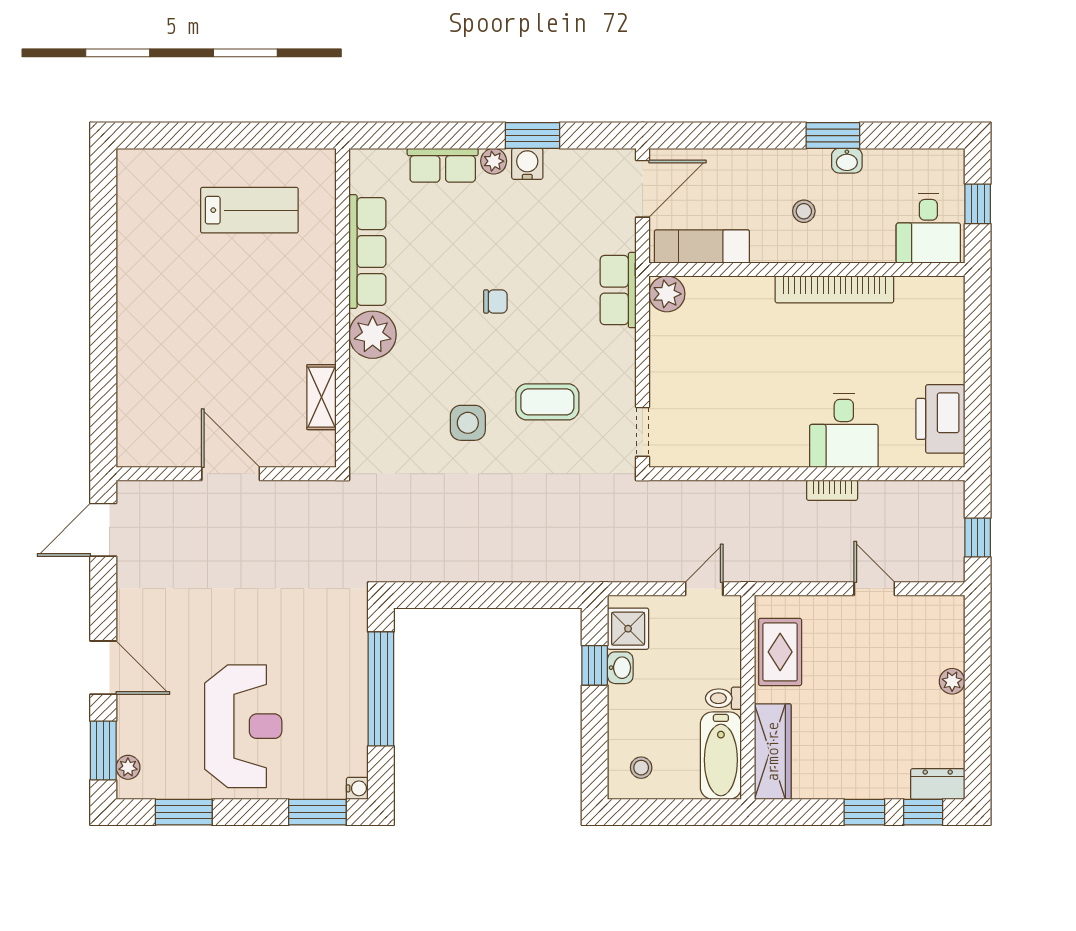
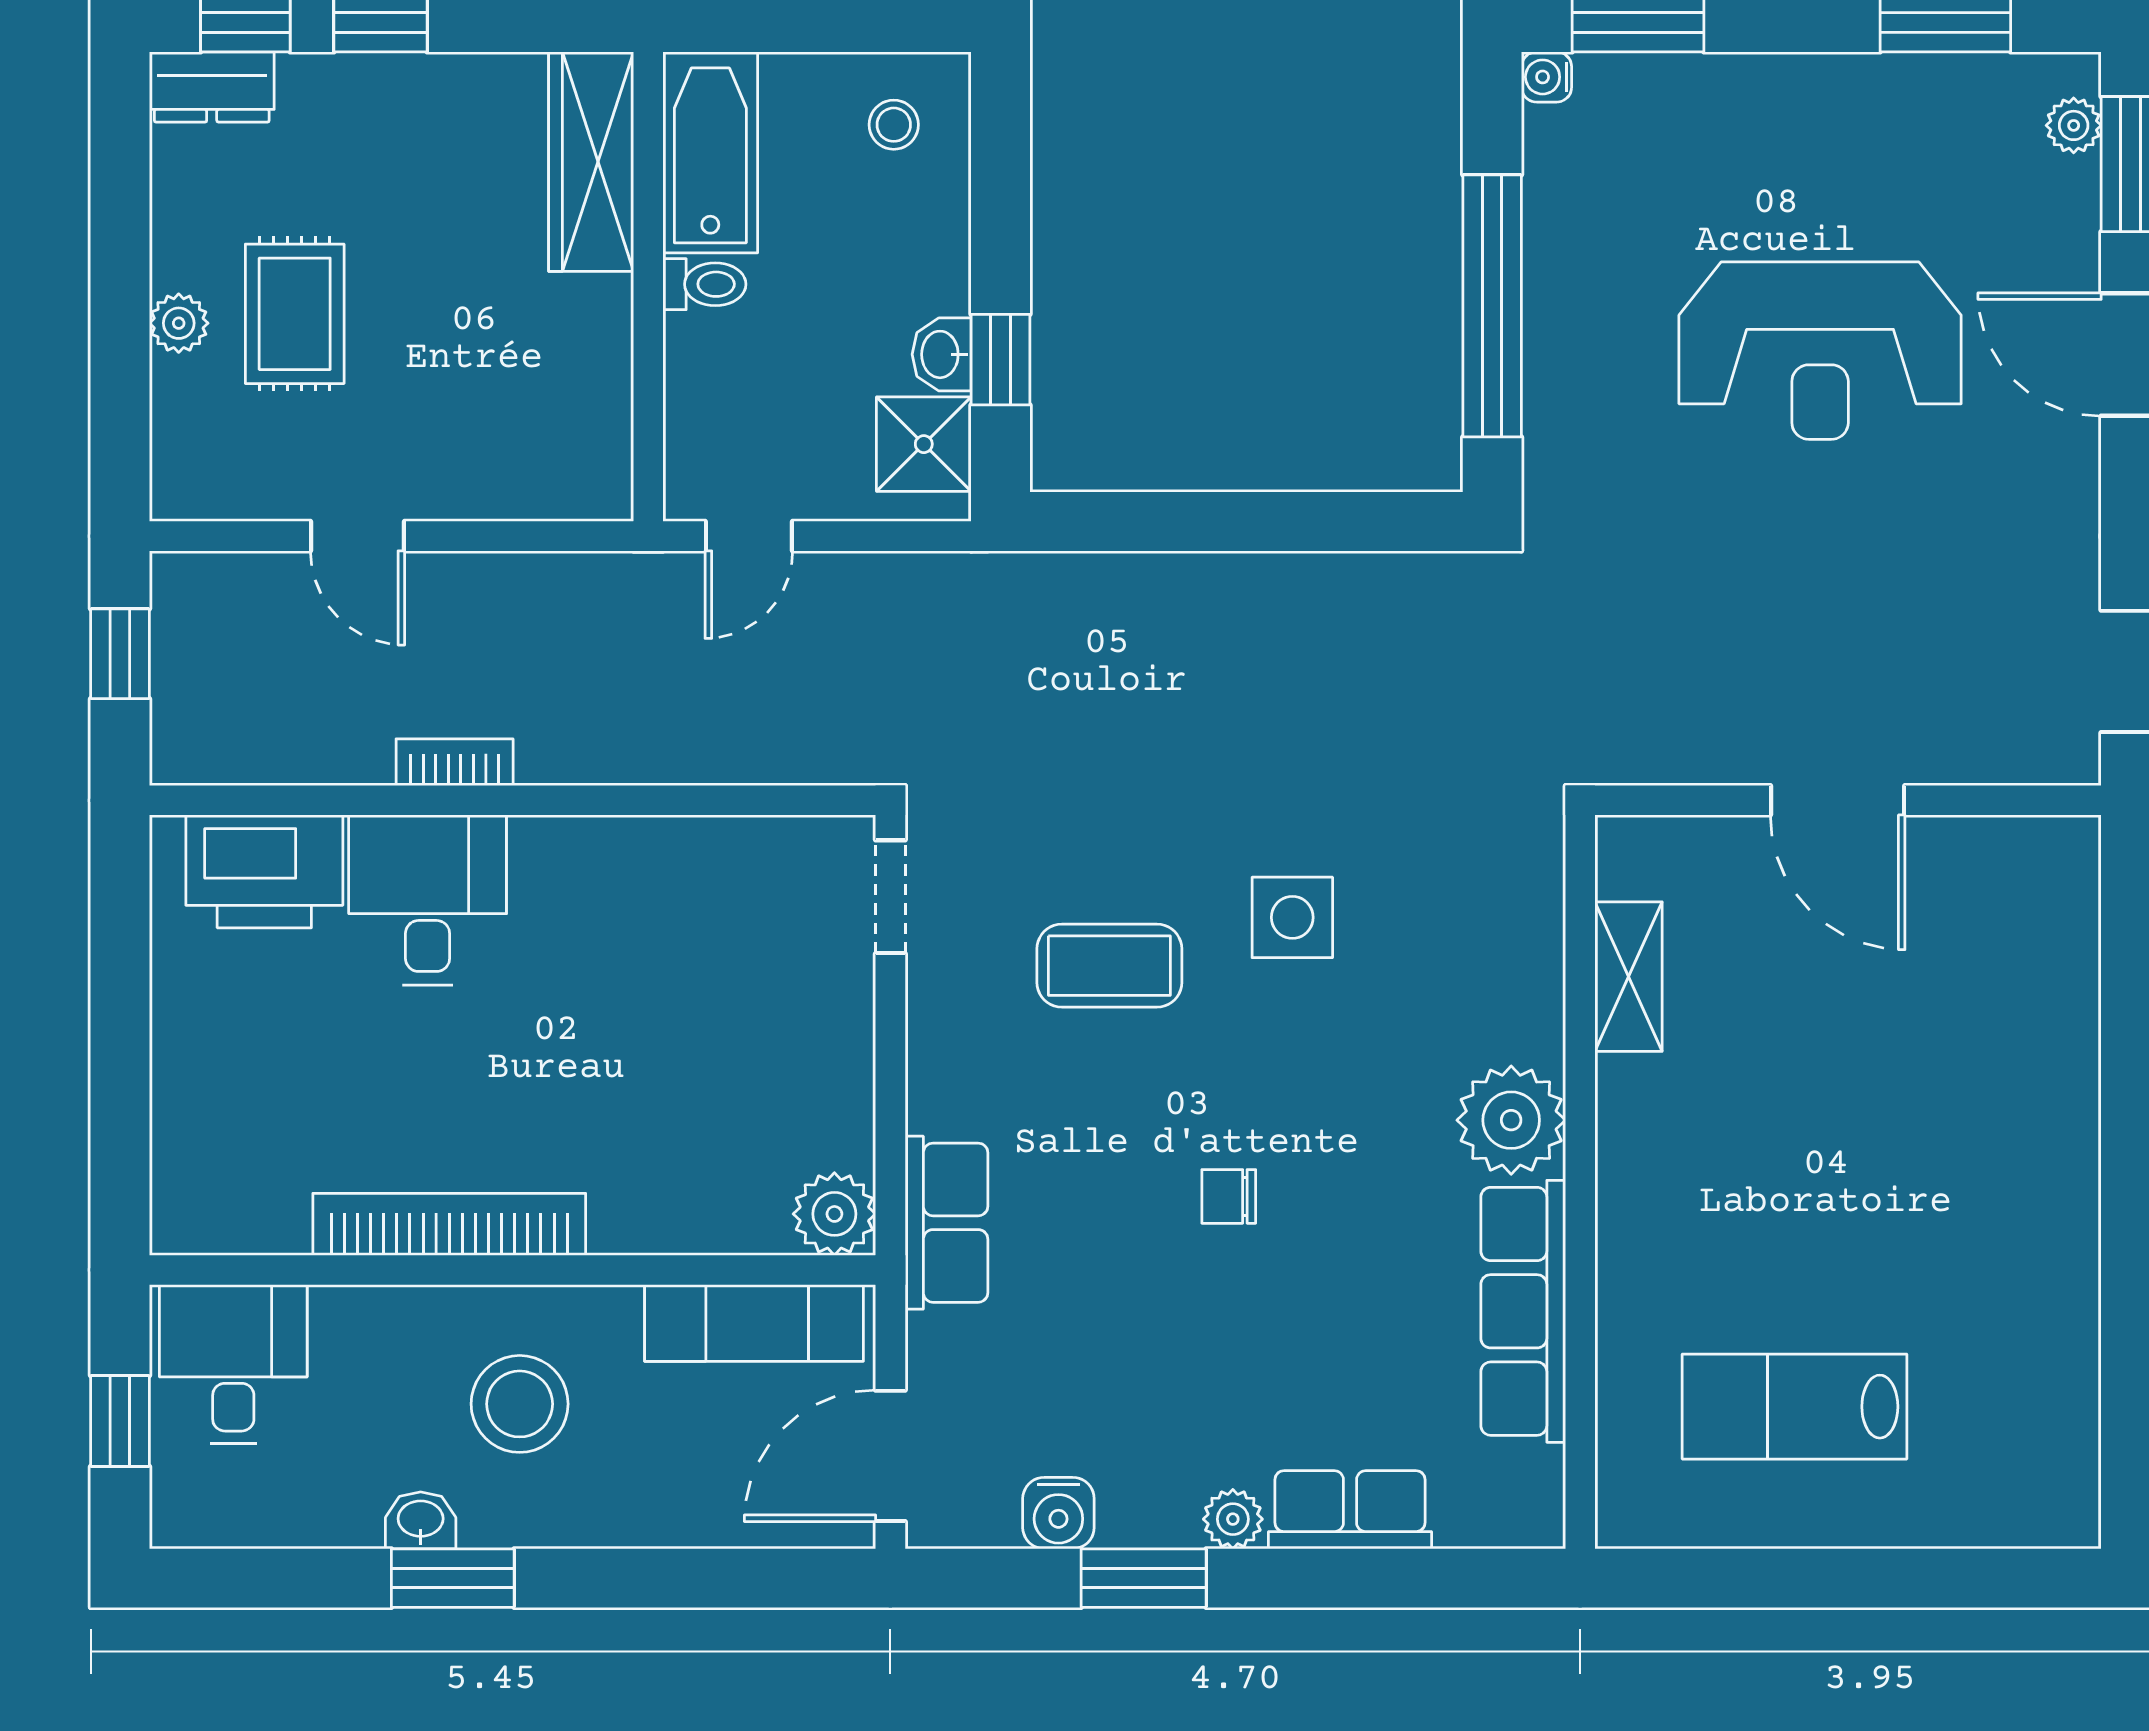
water cooler: (527, 164) -> (1058, 1513), moved
stool: (804, 211) -> (520, 1404), width x1.89, depth x1.89
printer: (940, 419) -> (264, 871), moved, turned 90
rug: (780, 652) -> (295, 314), moved
reception desk: (243, 726) -> (1820, 351), moved, turned -90

